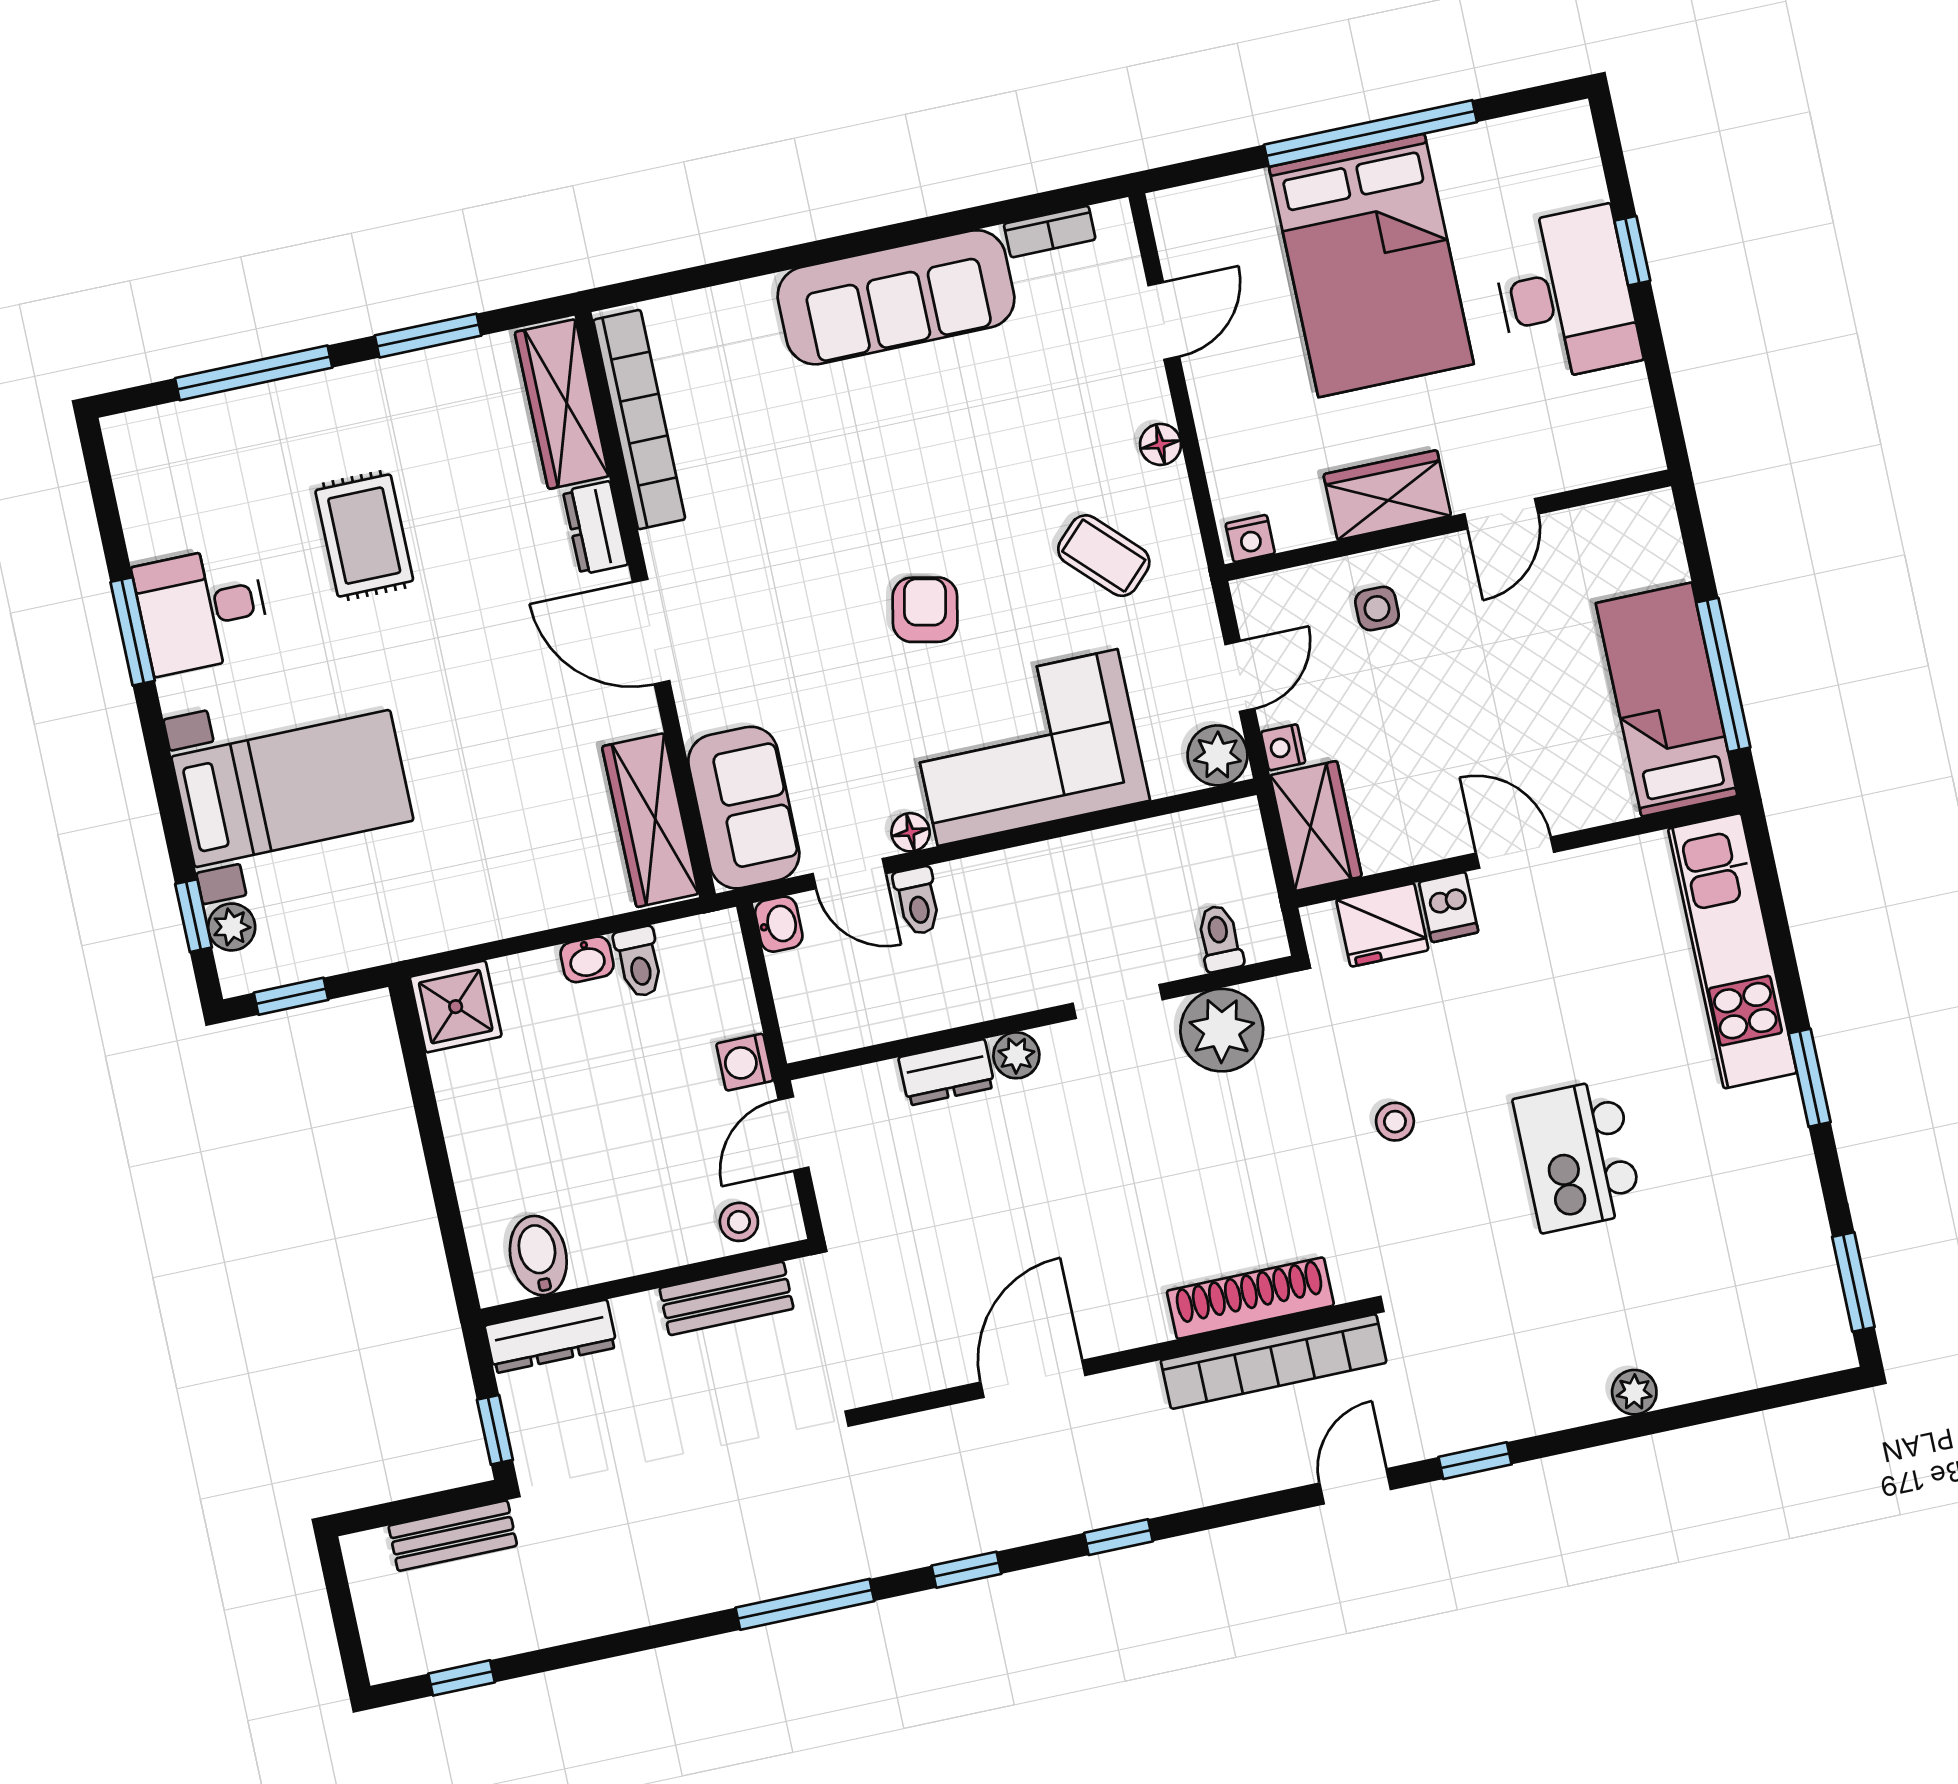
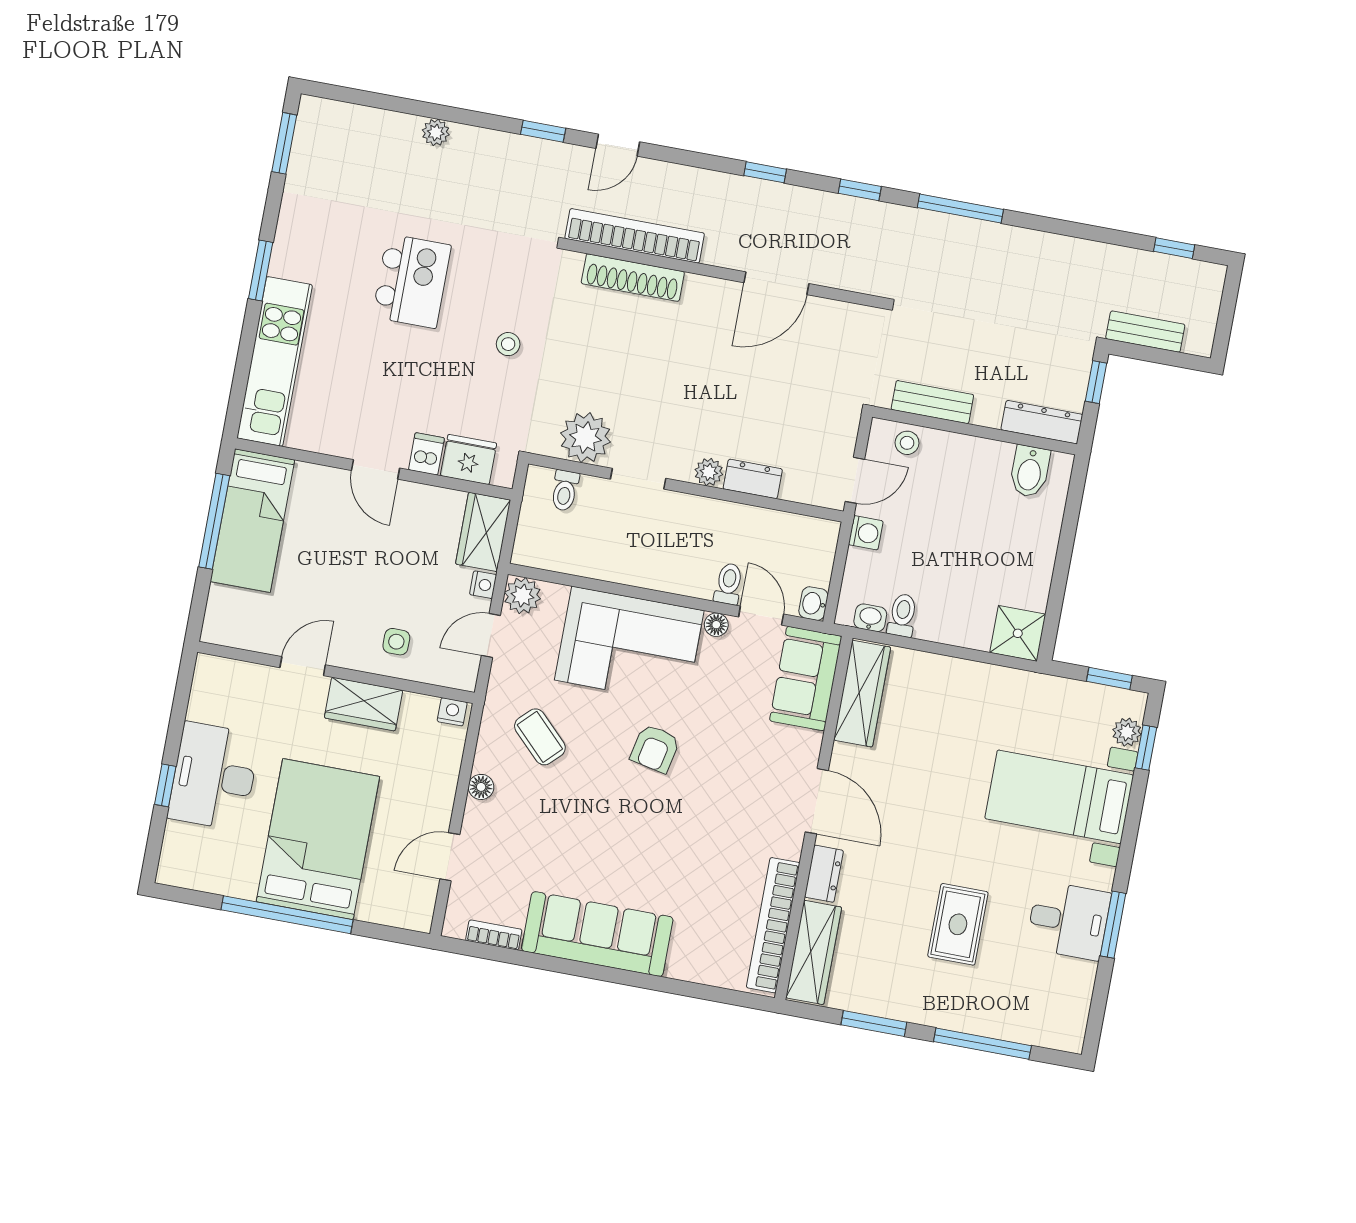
washbasin: (587, 959) -> (870, 618), moved

